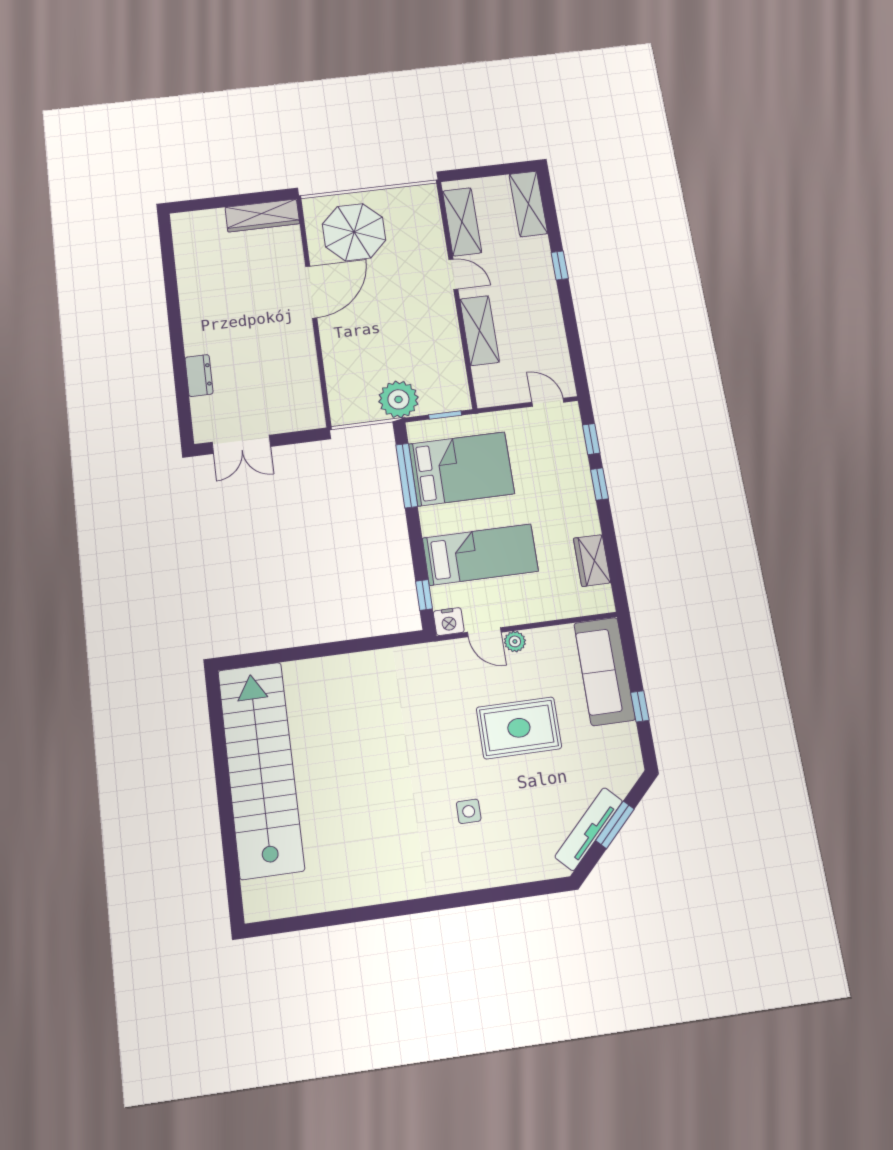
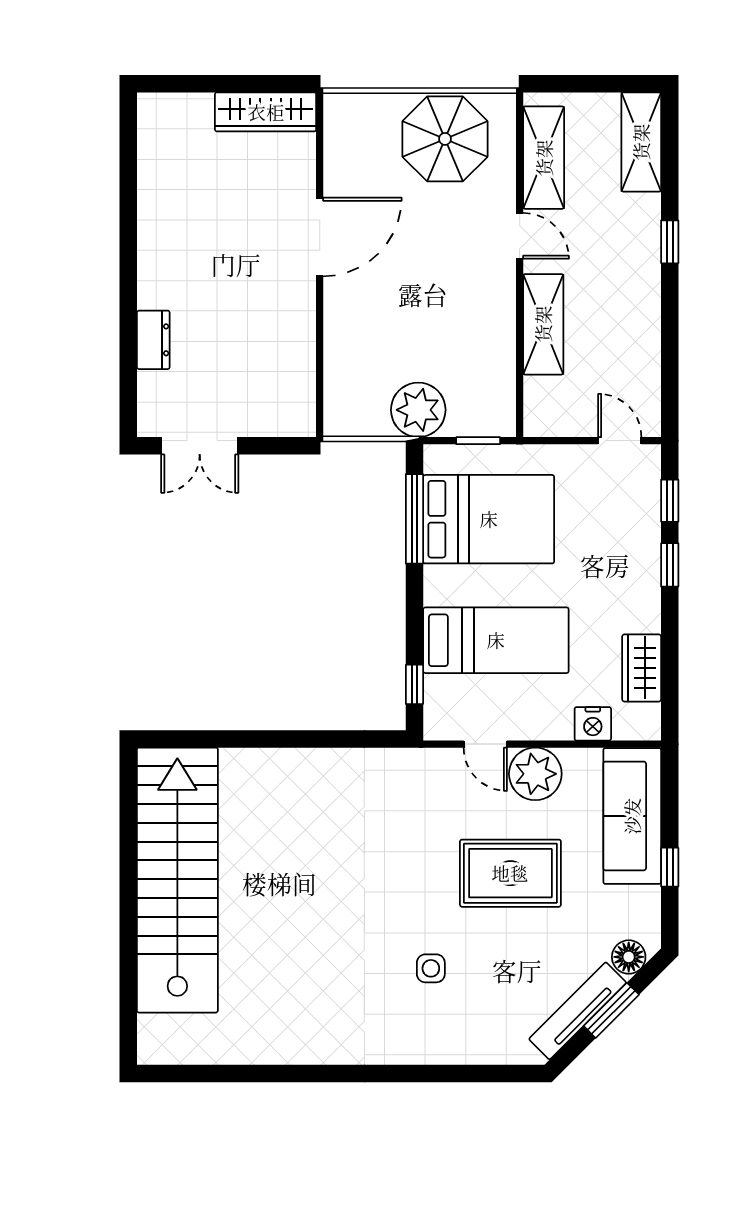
parasol: (354, 232) -> (445, 139), moved
nightstand: (449, 622) -> (593, 724), moved
plant: (515, 641) -> (535, 774), width x1.88, depth x1.88
floor lamp: (621, 780) -> (629, 957), added

